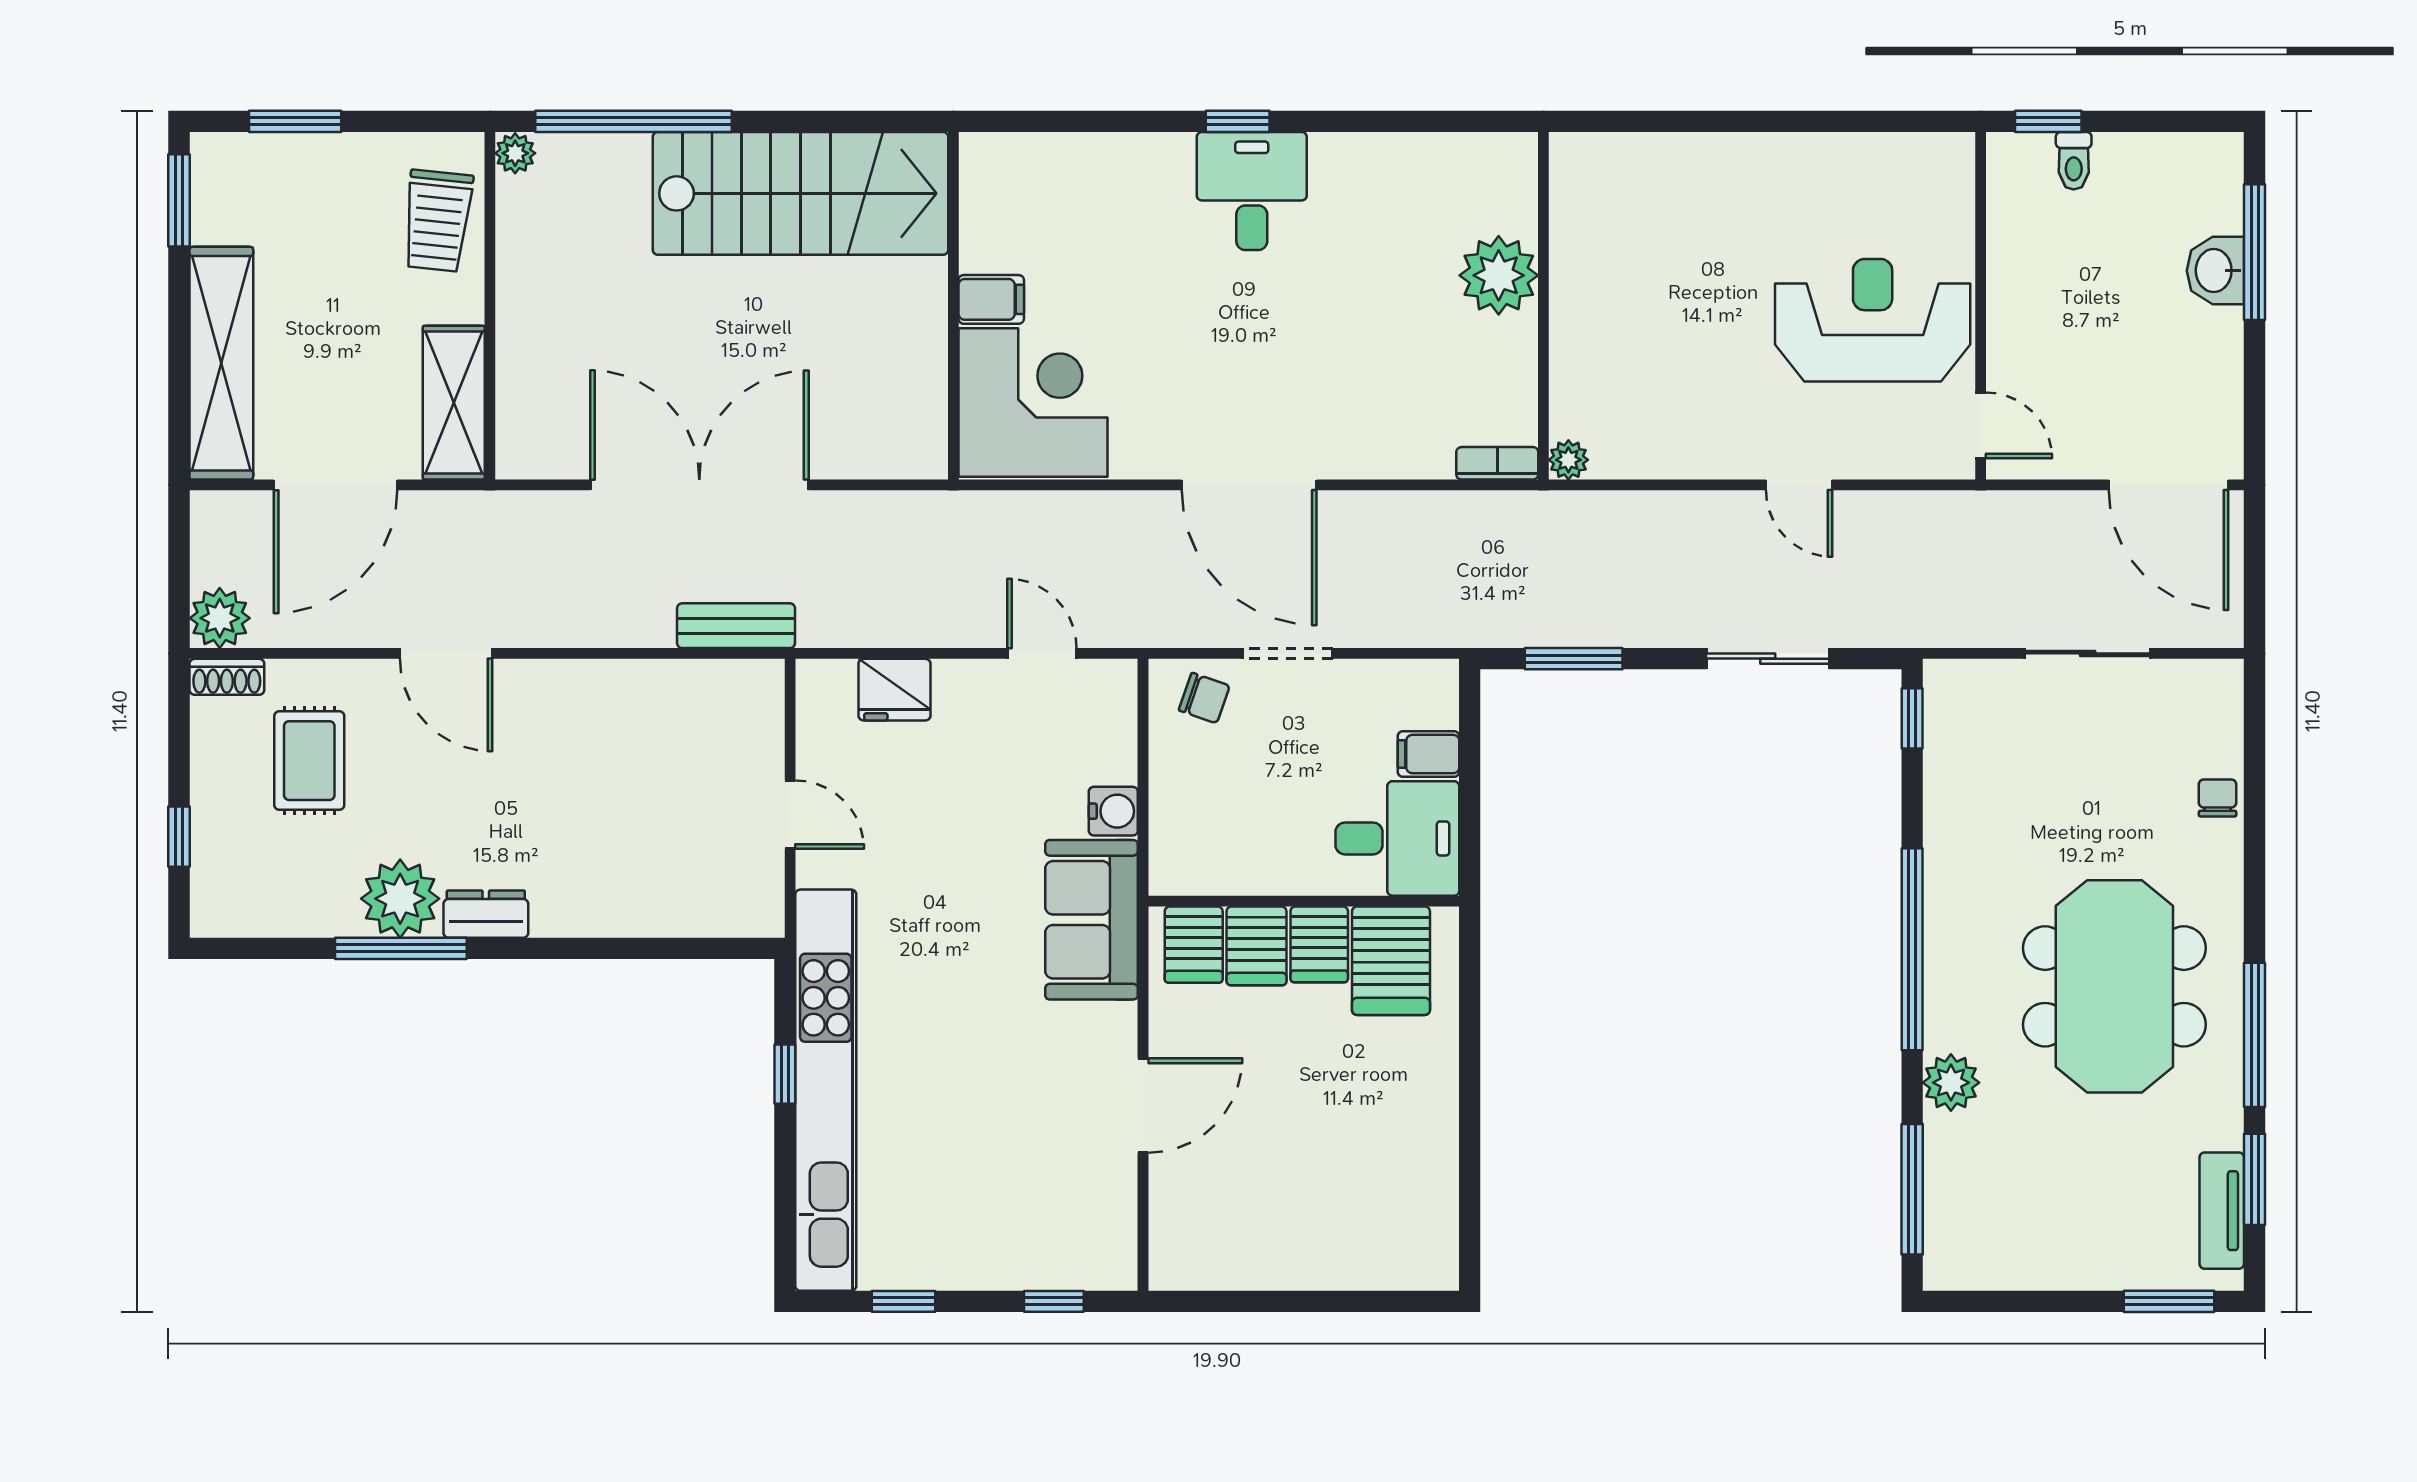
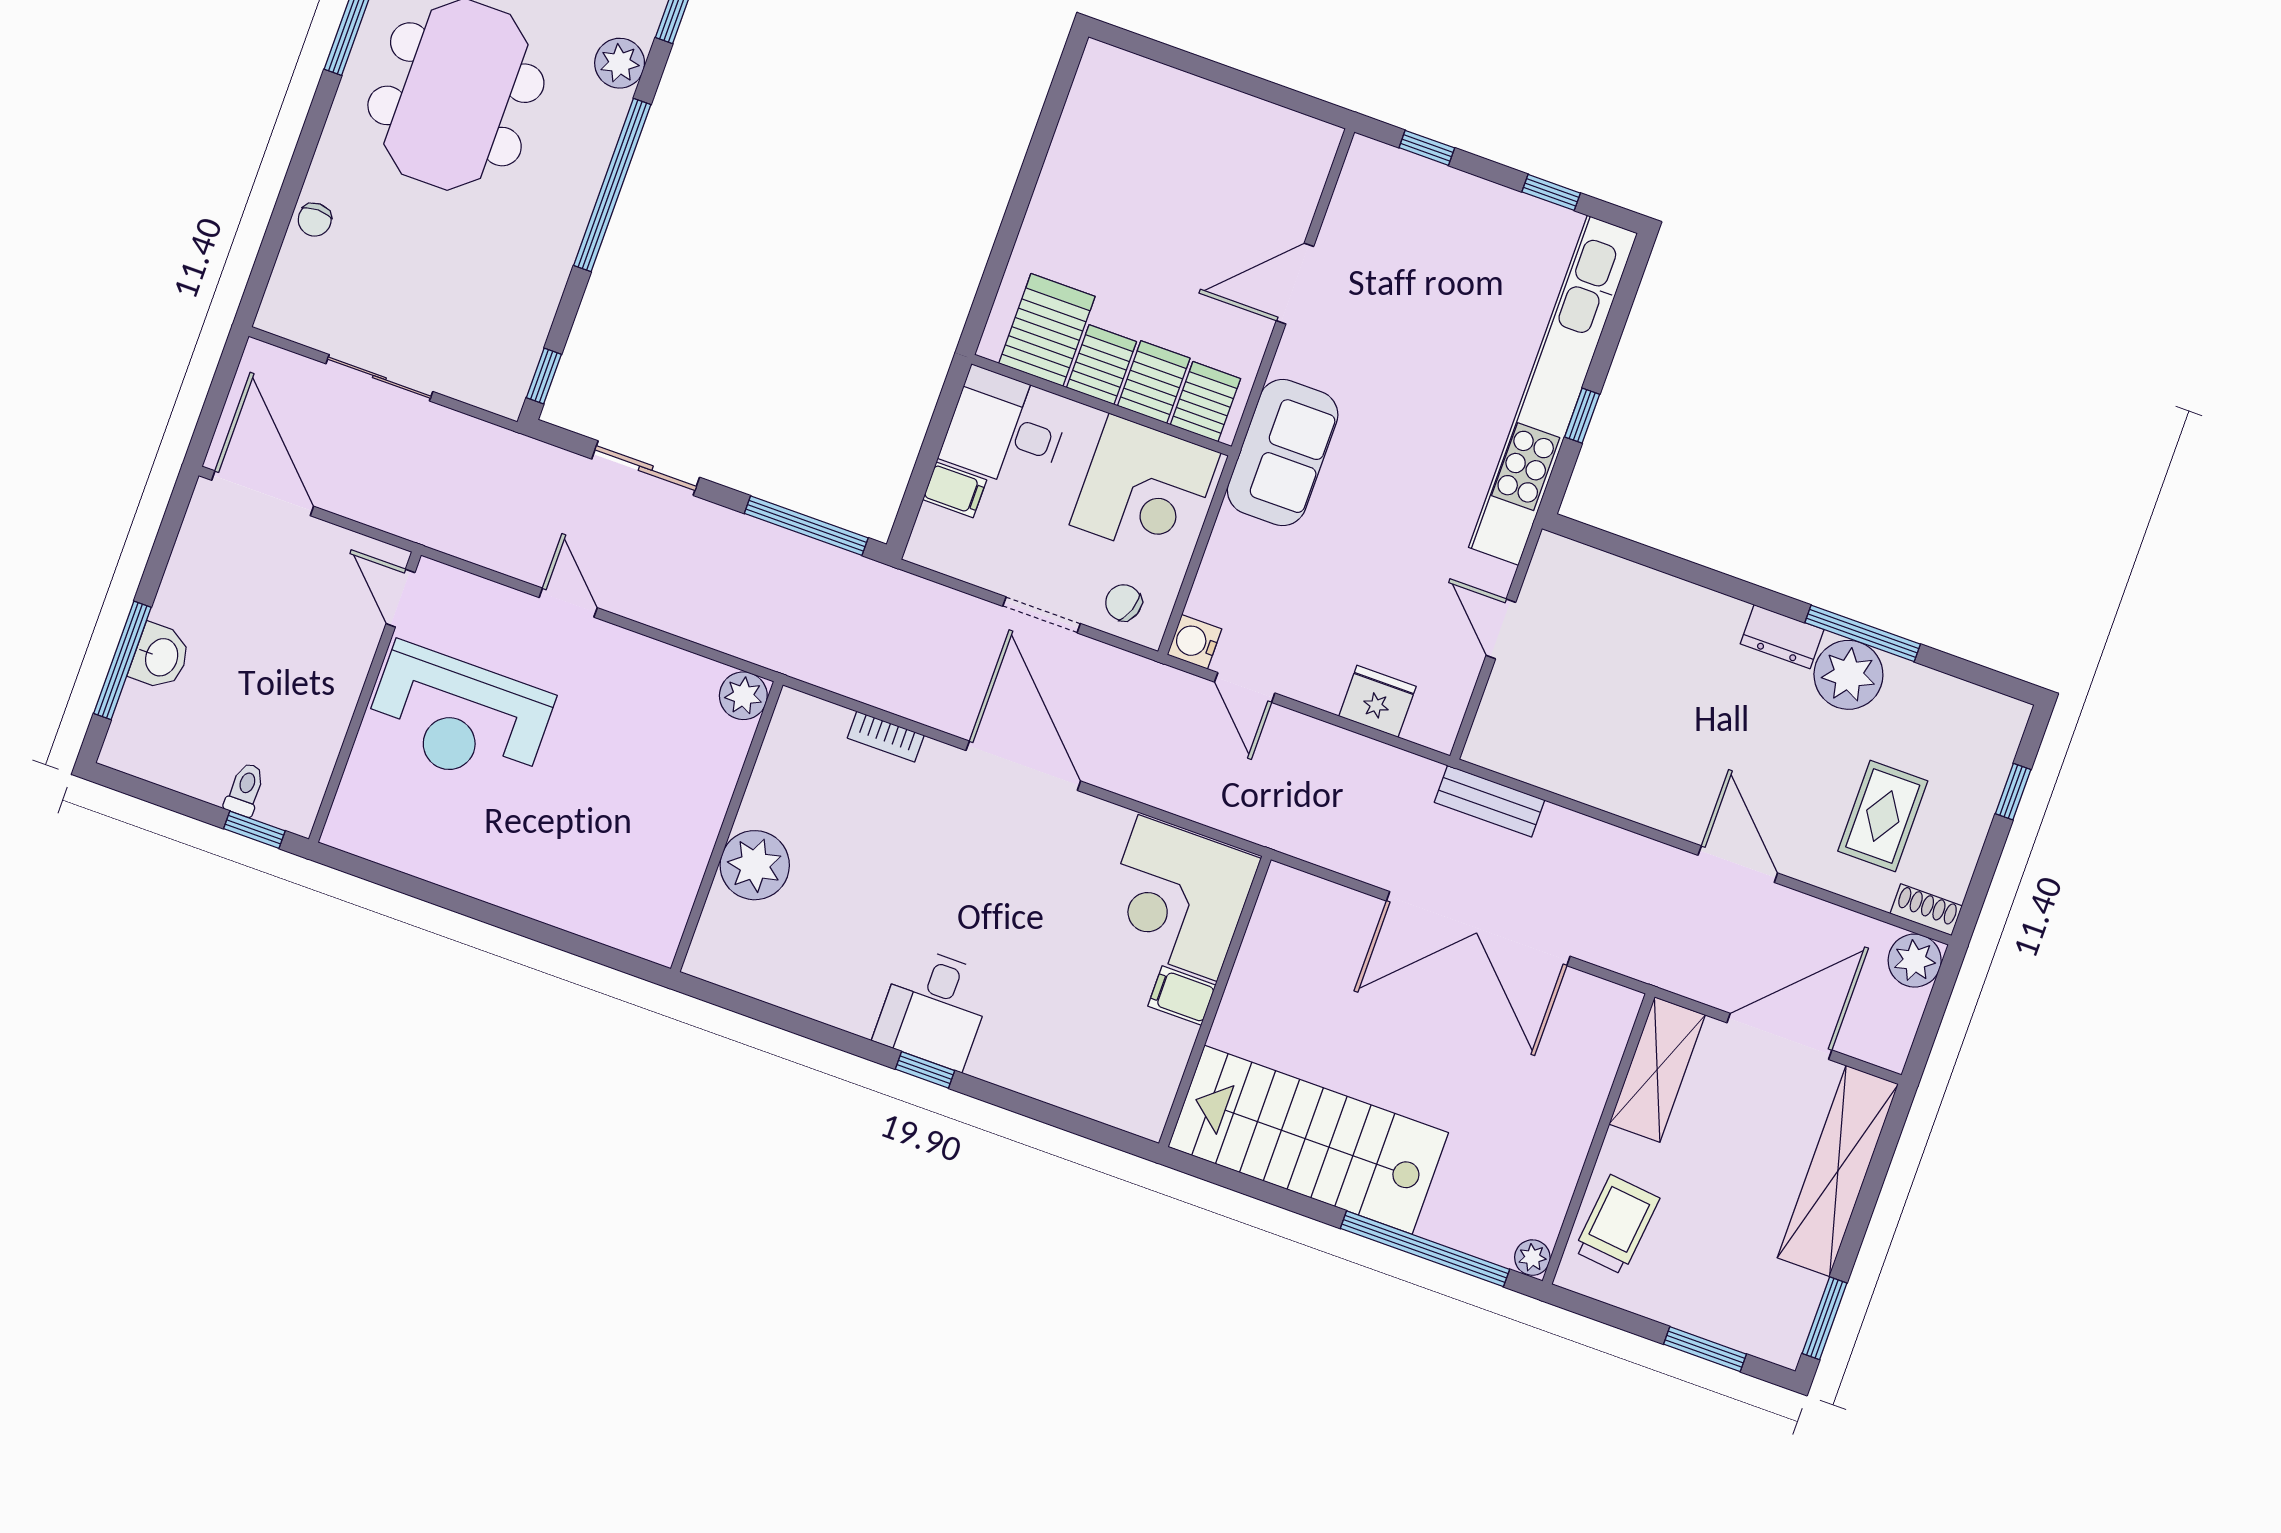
plant: (1568, 460) -> (743, 696), width x1.38, depth x1.38
bookcase: (1497, 463) -> (886, 737), moved
window: (1574, 659) -> (806, 526), width x1.44
water cooler: (1113, 811) -> (1194, 642), moved
corner desk: (1225, 828) -> (1145, 489), added

